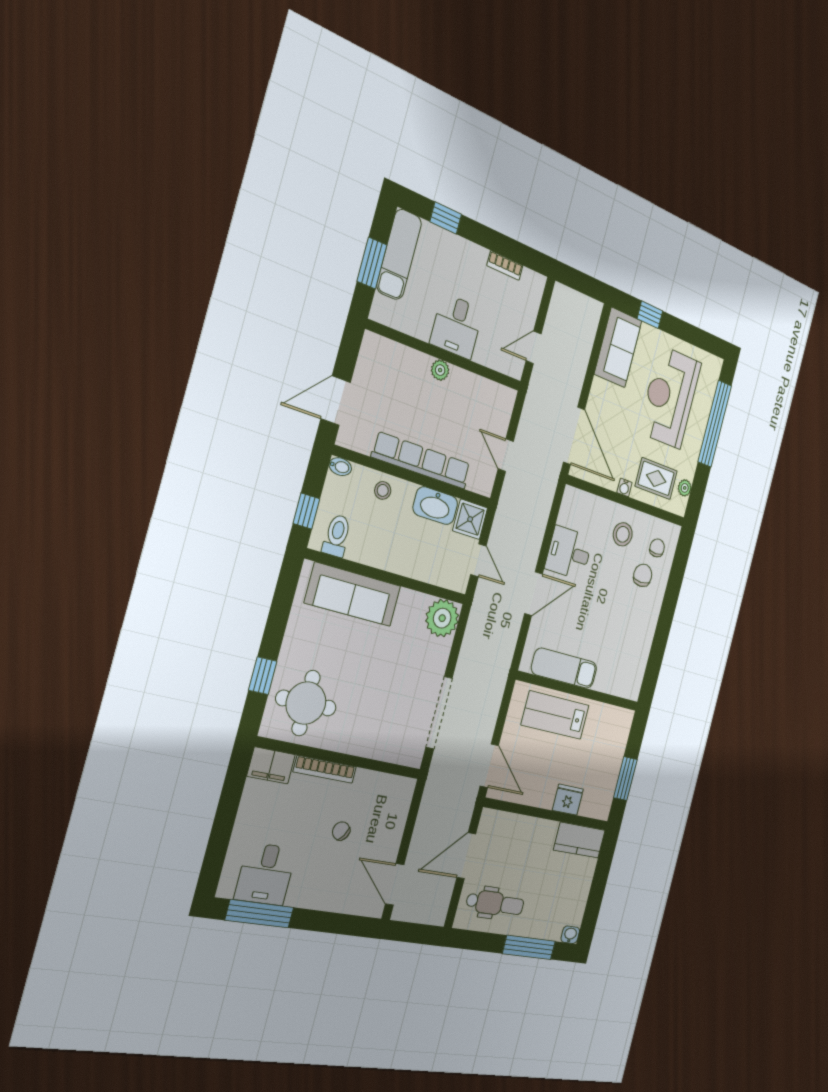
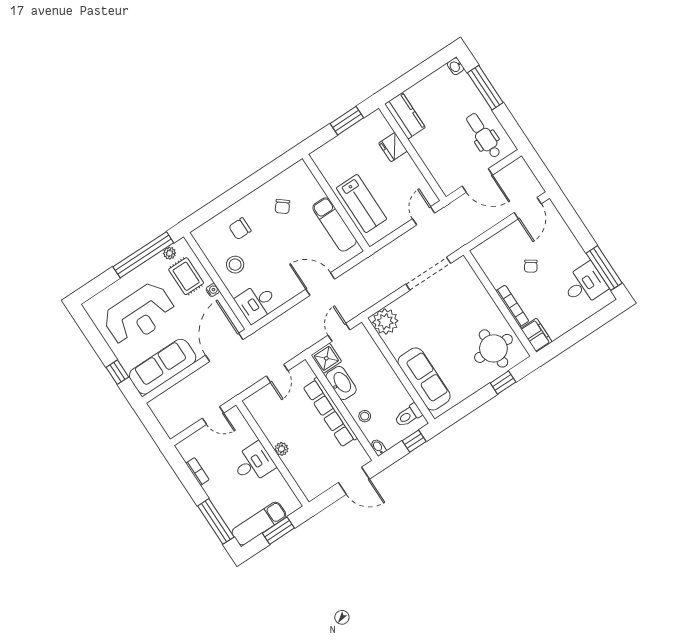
window: (446, 218) -> (216, 521), width x2.17
sofa: (618, 347) -> (163, 367), width x1.36
window: (715, 424) -> (143, 255), moved
chair: (657, 548) -> (282, 207), moved, turned -51
desk: (569, 553) -> (257, 303), moved, turned 90
door: (489, 766) -> (424, 216), width x0.73

